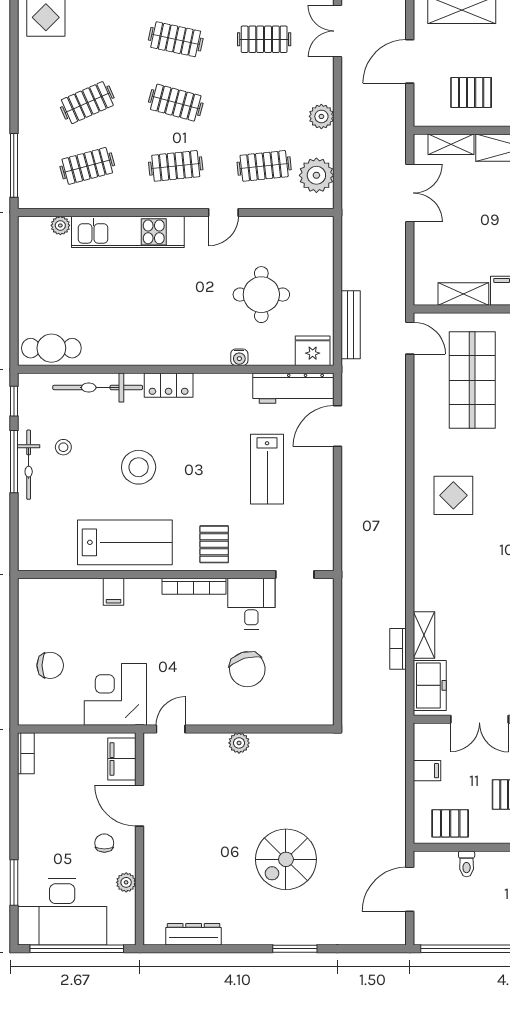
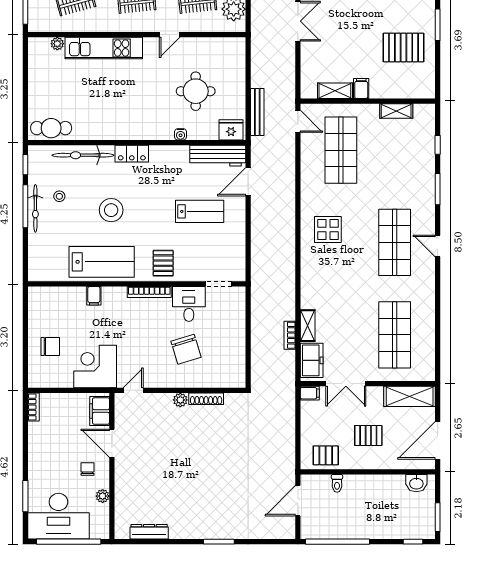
lab bench: (267, 469) -> (200, 211), turned -90
shoe rack: (276, 741) -> (206, 399), added
filing cabinet: (427, 771) -> (310, 393), moved
spiral stairs: (286, 859) -> (213, 480), removed

